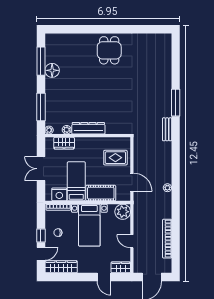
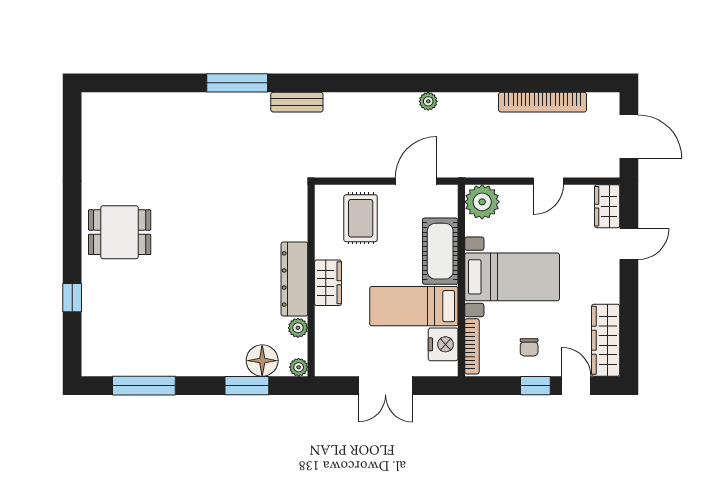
window: (80, 29) -> (72, 298), added
floor lamp: (52, 70) -> (262, 361), moved
window: (41, 107) -> (247, 386), width x0.69
wardrobe: (64, 143) -> (328, 283), moved

